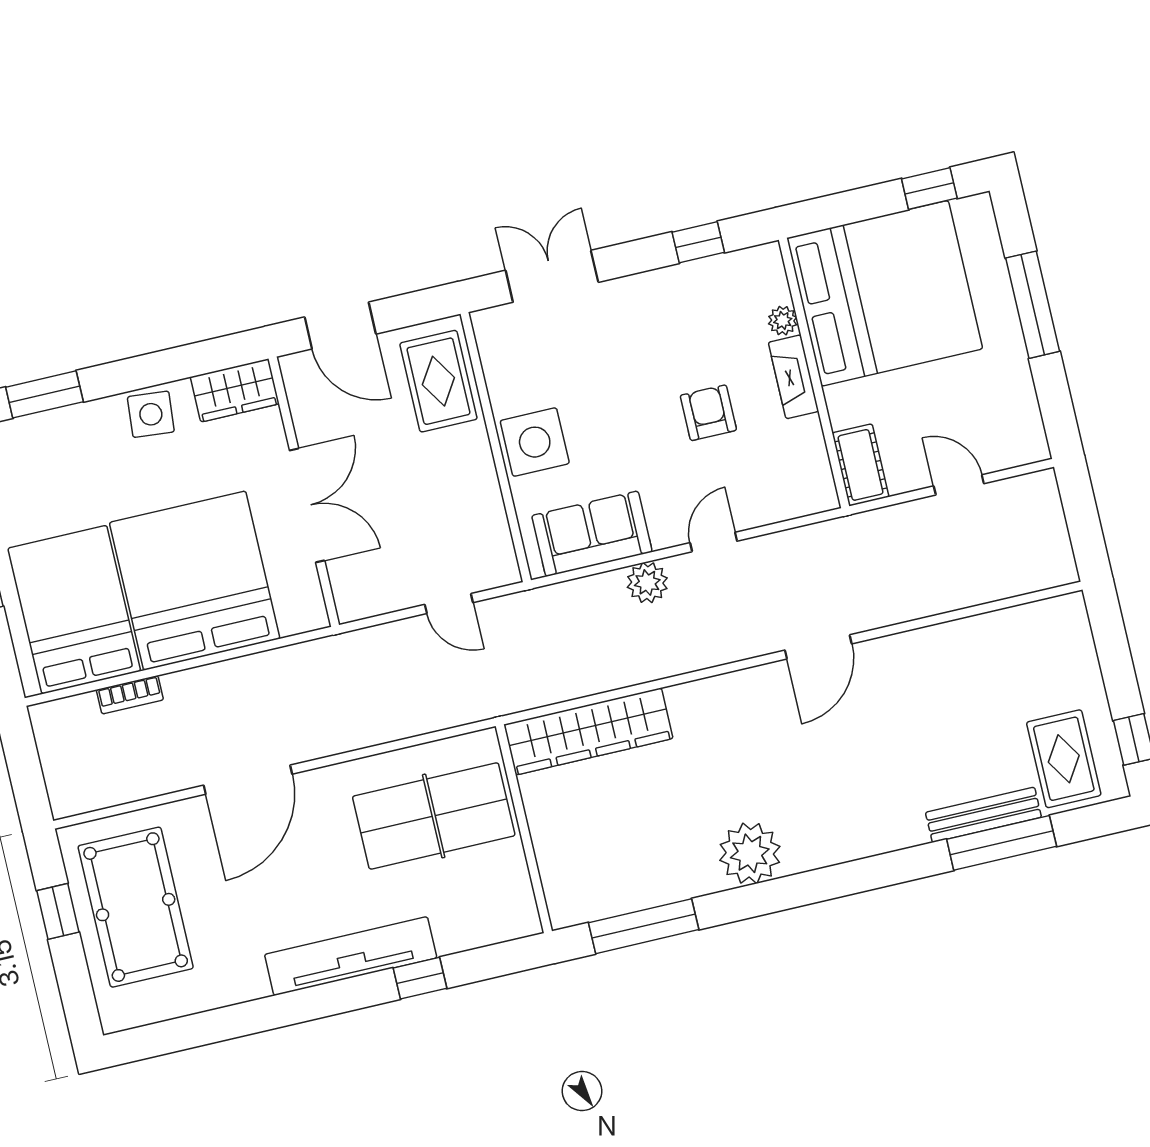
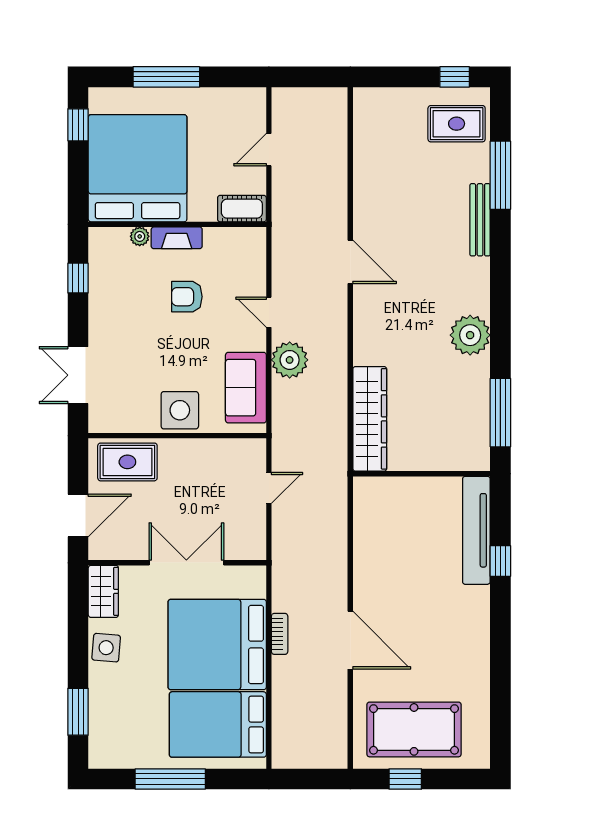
plant: (647, 583) -> (290, 360), width x1.36, depth x1.36
bookcase: (130, 695) -> (280, 634), moved
bench: (983, 815) -> (480, 220), moved
table tennis table: (434, 816) -> (400, 529), removed
tv unit: (351, 956) -> (476, 530), moved

